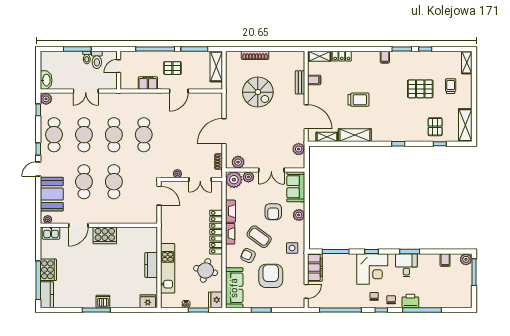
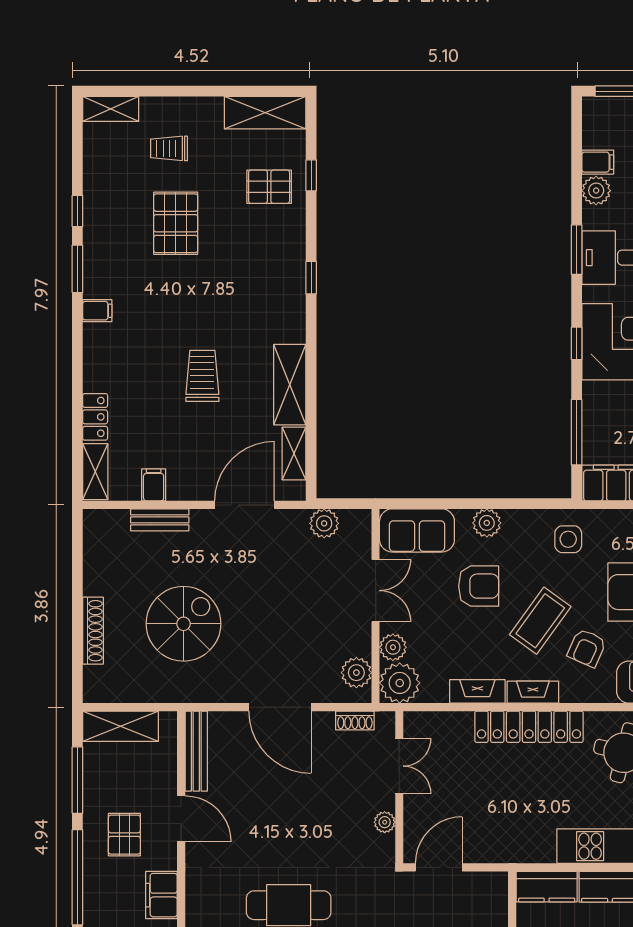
bench: (206, 97) -> (196, 751), added
kitchen counter: (151, 239) -> (547, 887), added
plant: (466, 259) -> (596, 191), moved

